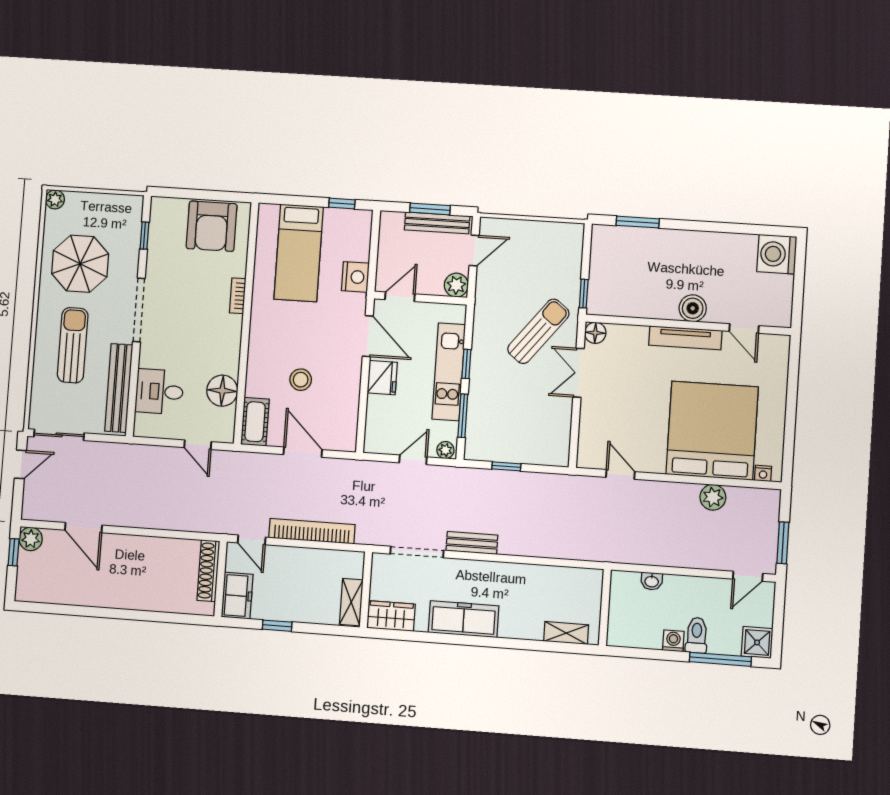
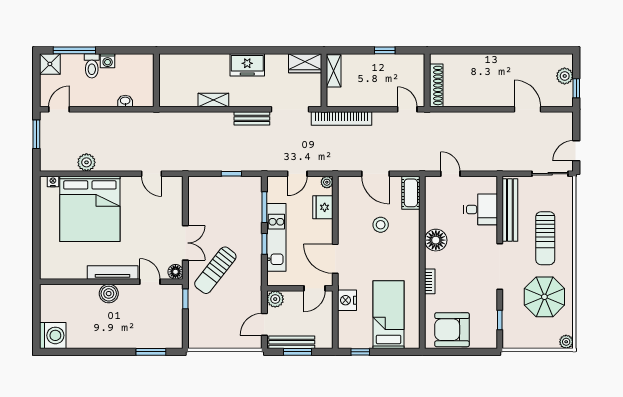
armchair: (212, 226) -> (452, 330), turned -90
door: (744, 329) -> (150, 282), moved
fridge: (382, 378) -> (323, 207), moved
floor lamp: (222, 391) -> (436, 240), moved
plant: (445, 450) -> (327, 182), moved
bookcase: (312, 531) -> (342, 119), moved
plant: (31, 539) -> (565, 76), moved
freezer: (237, 596) -> (414, 69), removed
freezer: (464, 619) -> (247, 65), width x0.71
shelving: (566, 633) -> (213, 100), moved

